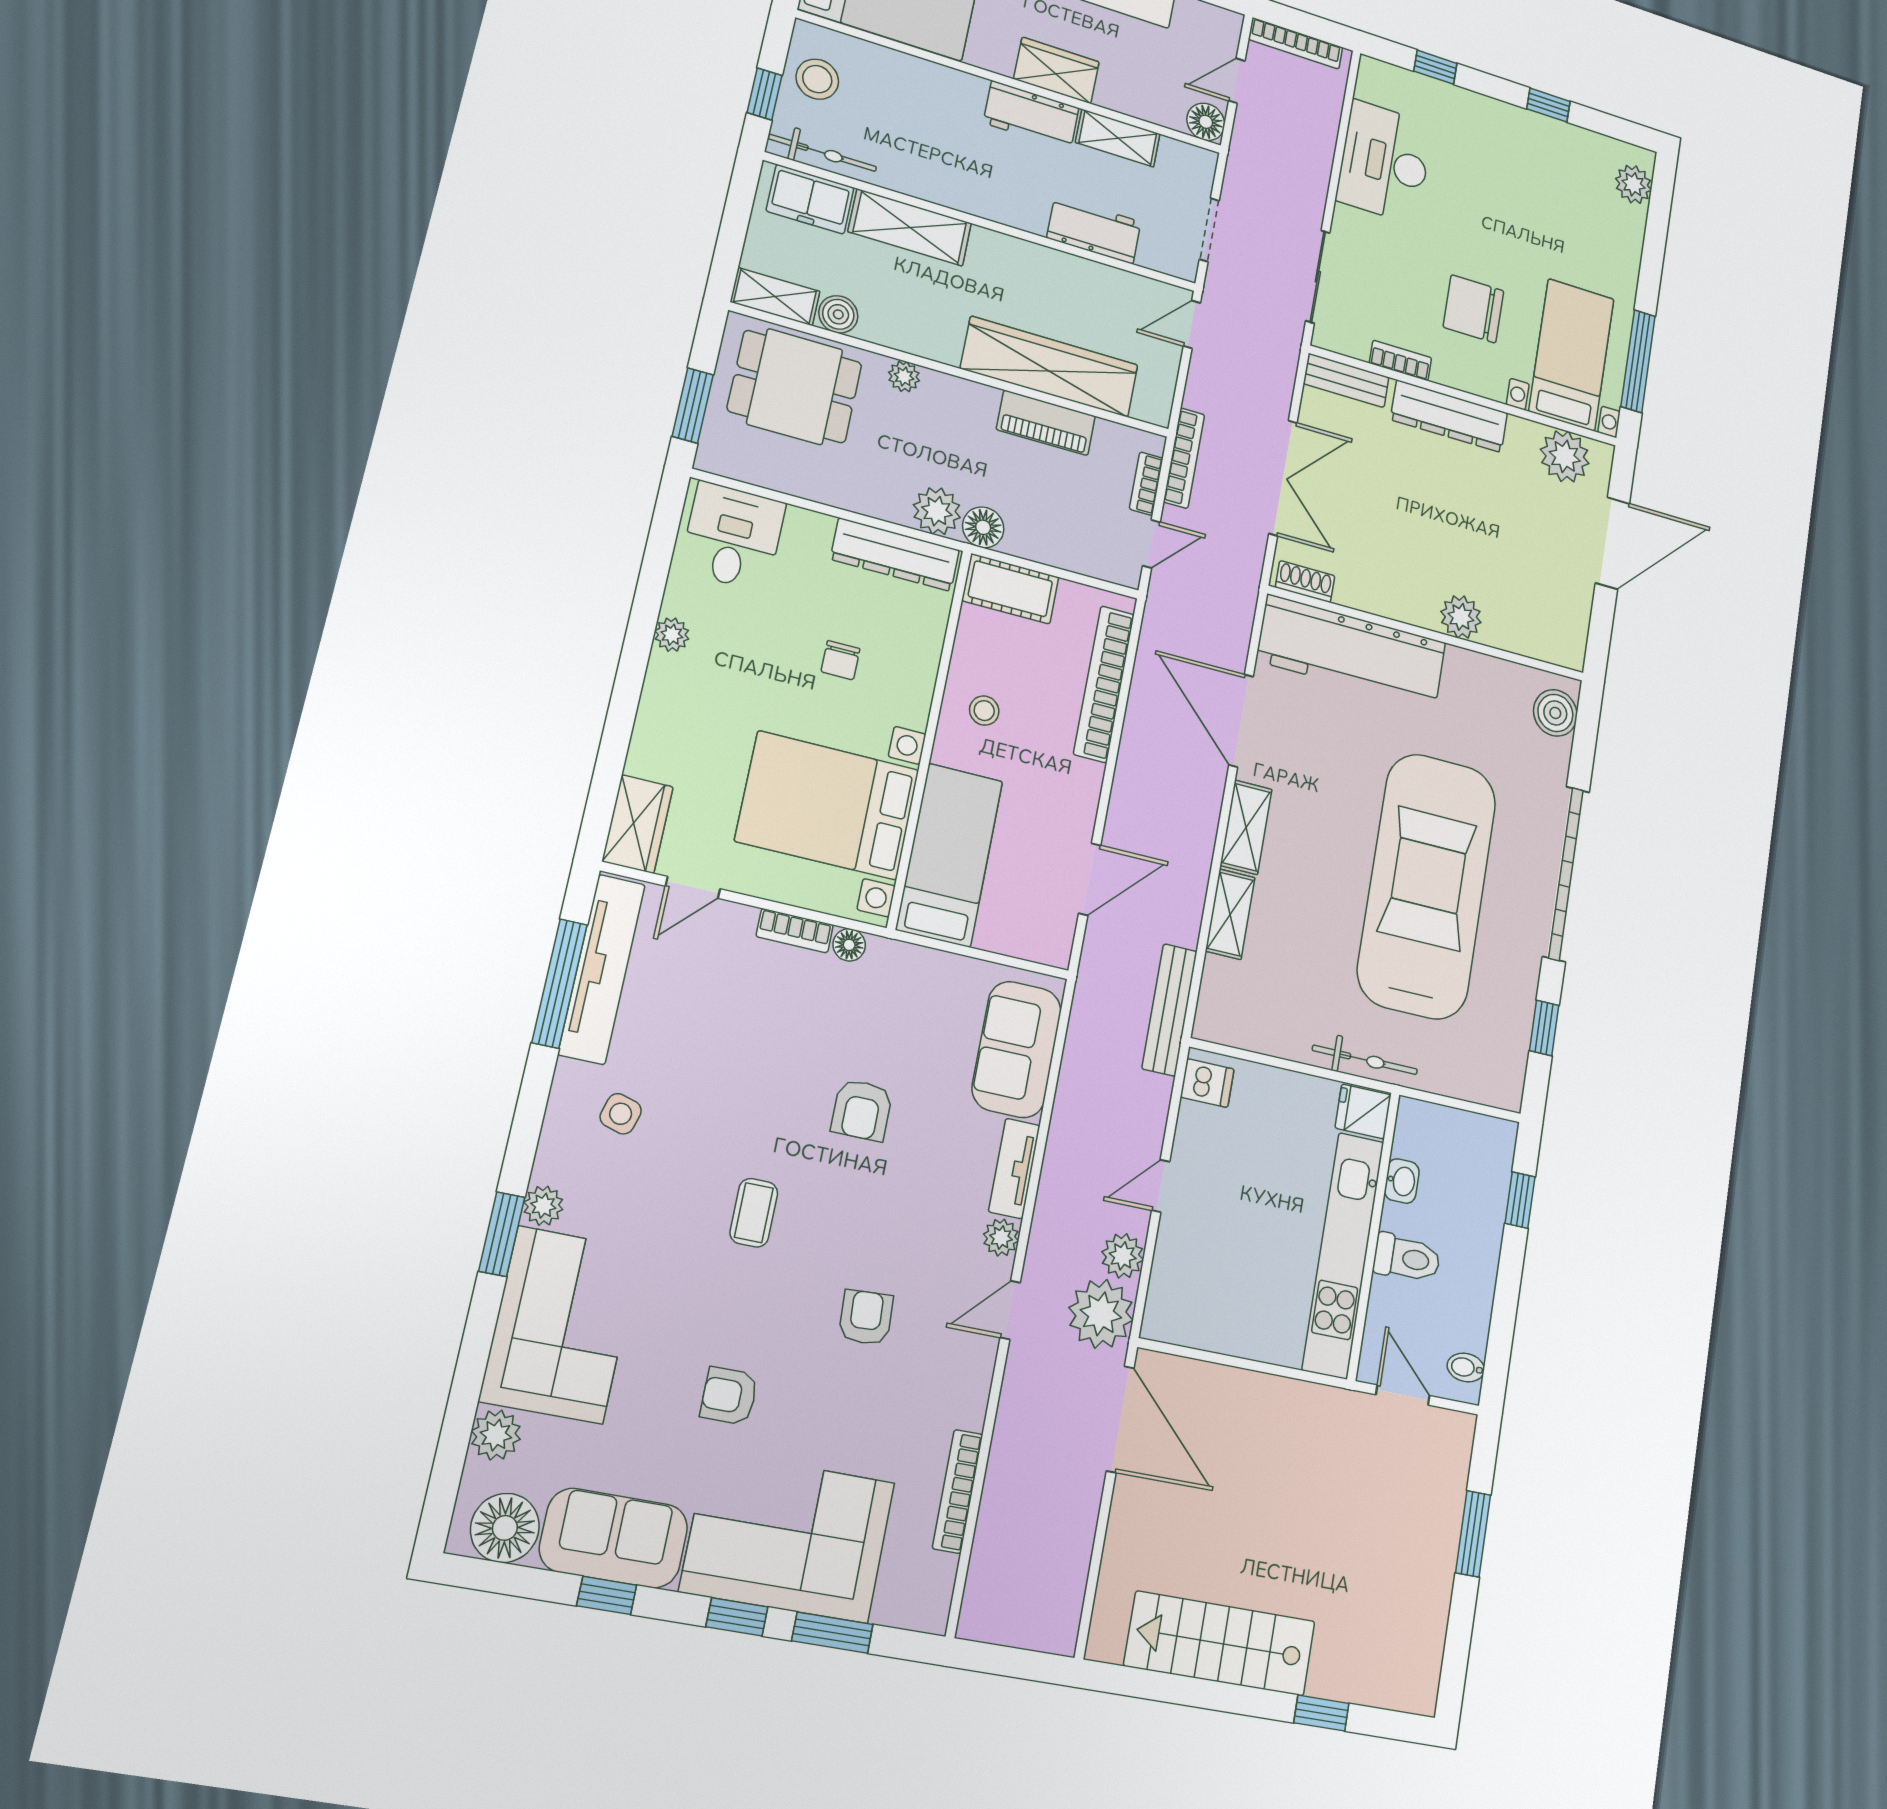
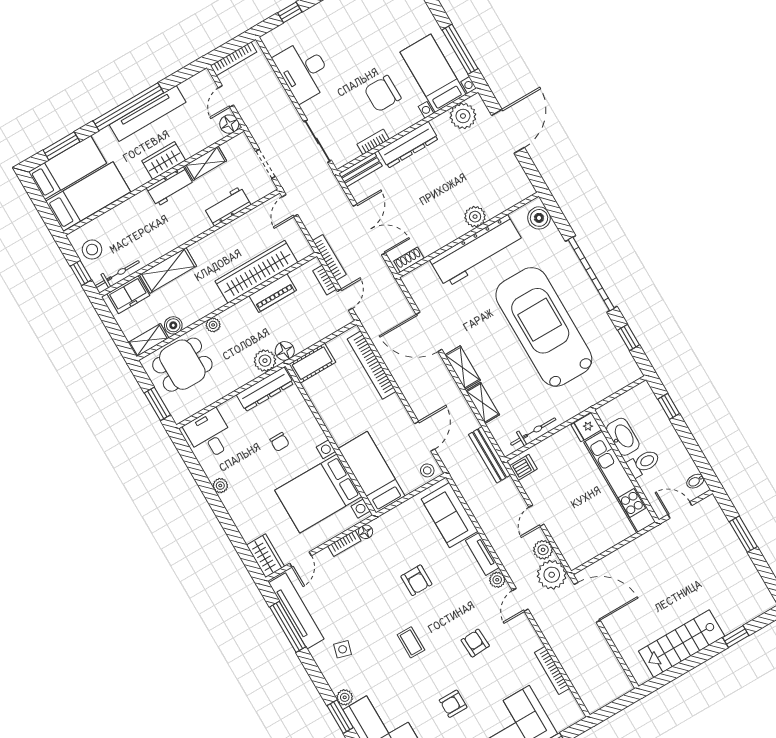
workbench: (1351, 652) -> (477, 251), moved
stool: (984, 711) -> (427, 470), moved
bicycle: (1365, 1060) -> (533, 432), moved
washbasin: (1402, 1181) -> (623, 437), width x1.91, depth x1.45

